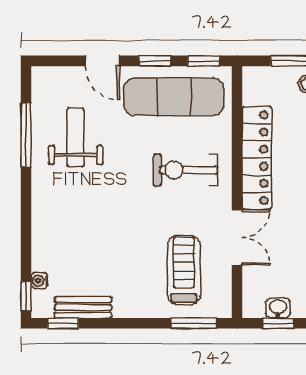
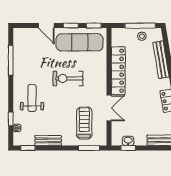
weight bench: (75, 137) -> (32, 98), moved
exercise bike: (186, 170) -> (68, 78), moved
window: (26, 296) -> (11, 119), moved
bench: (83, 307) -> (48, 140), moved

